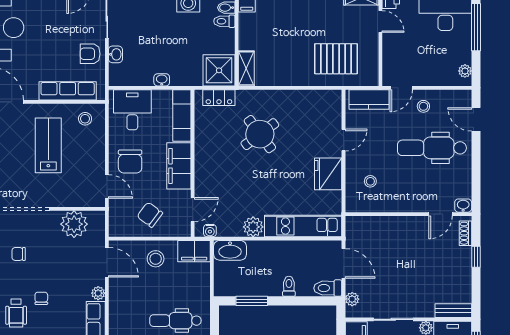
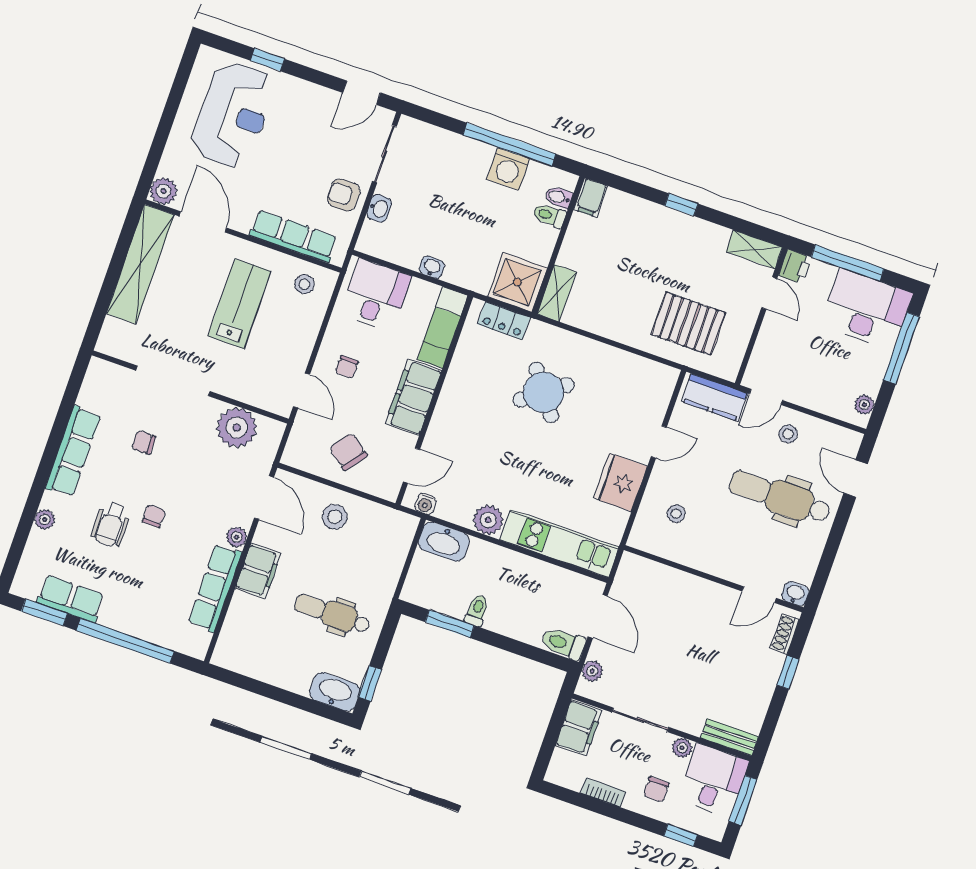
chair: (130, 162) -> (347, 367), width x0.54, depth x0.54
filing cabinet: (194, 251) -> (258, 571), moved, turned -90
toilet: (289, 286) -> (477, 610), moved

